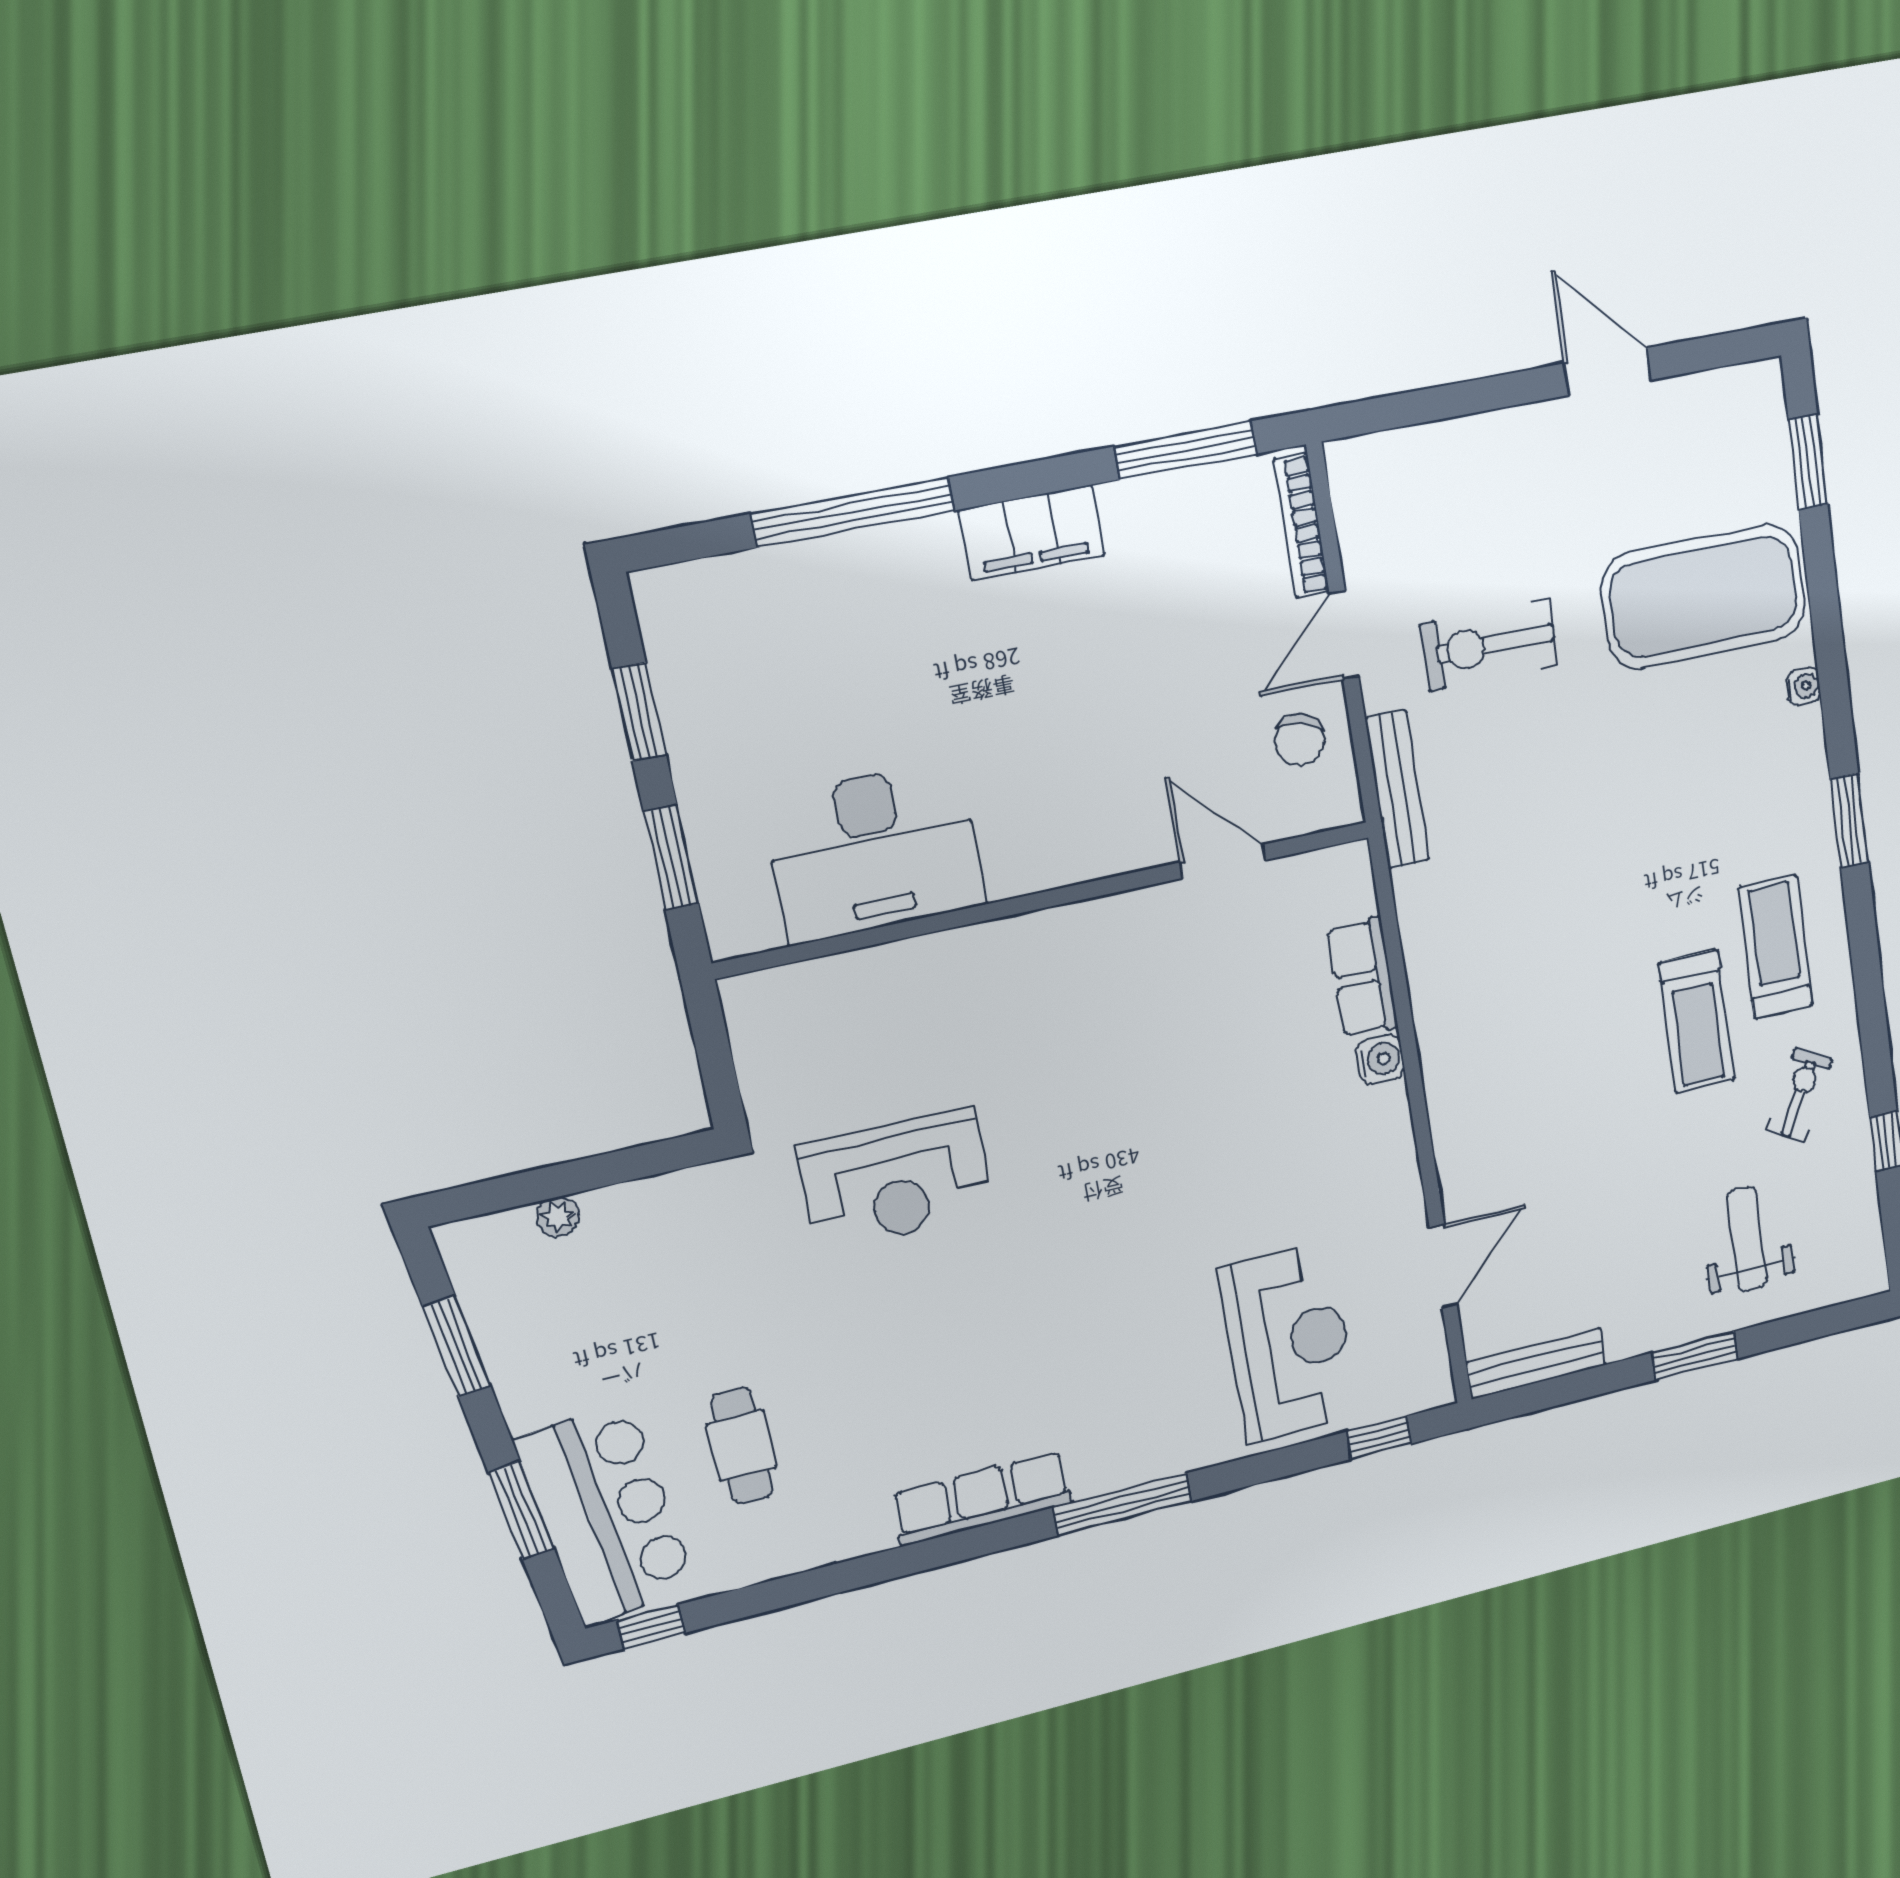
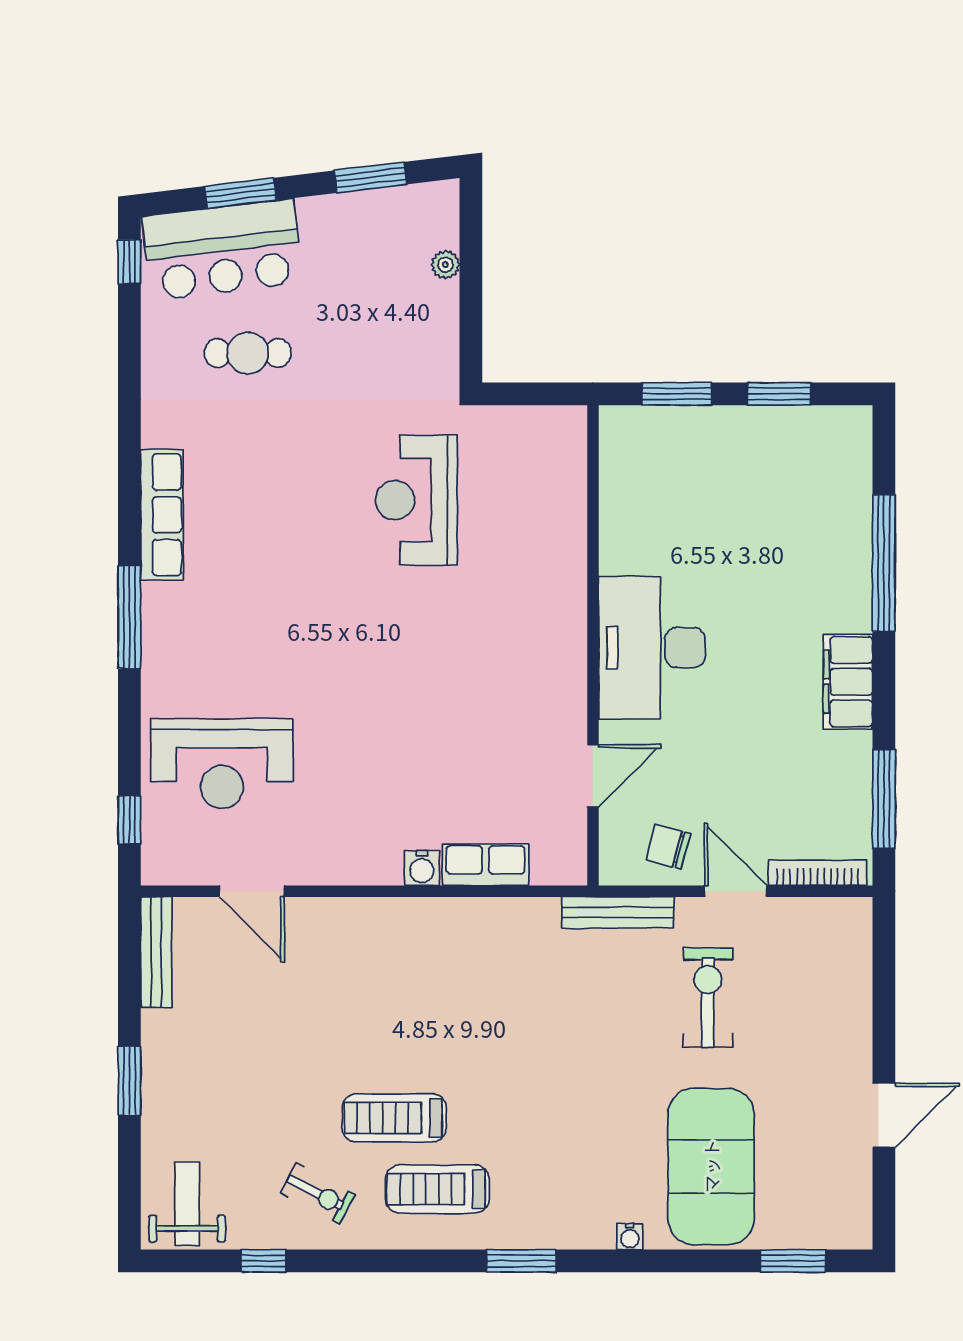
desk: (874, 852) -> (652, 648), moved
treadmill: (1776, 947) -> (437, 1189), turned 180
weight bench: (1747, 1239) -> (187, 1204), moved, turned -90

